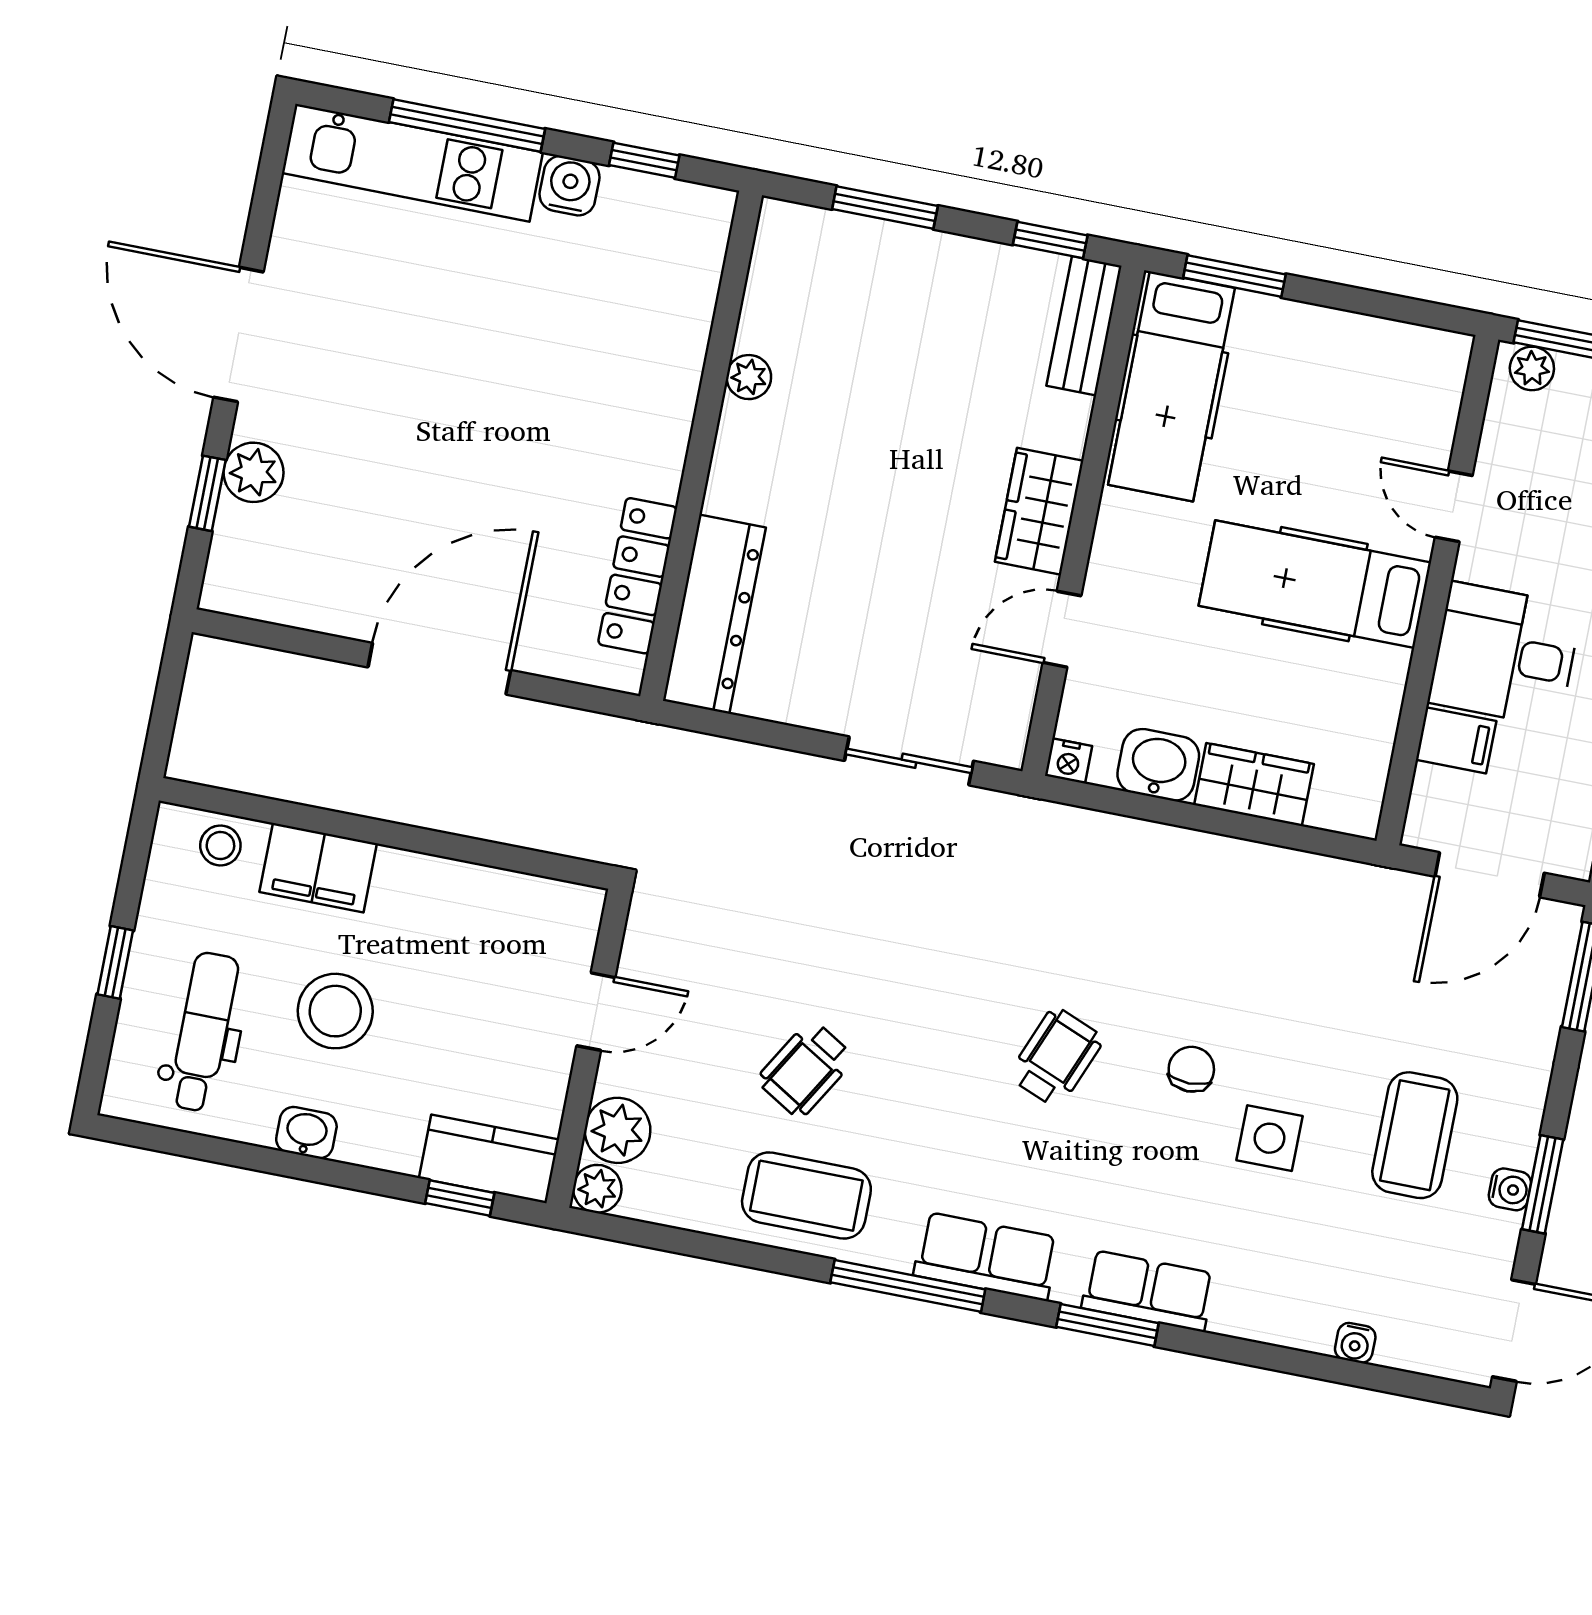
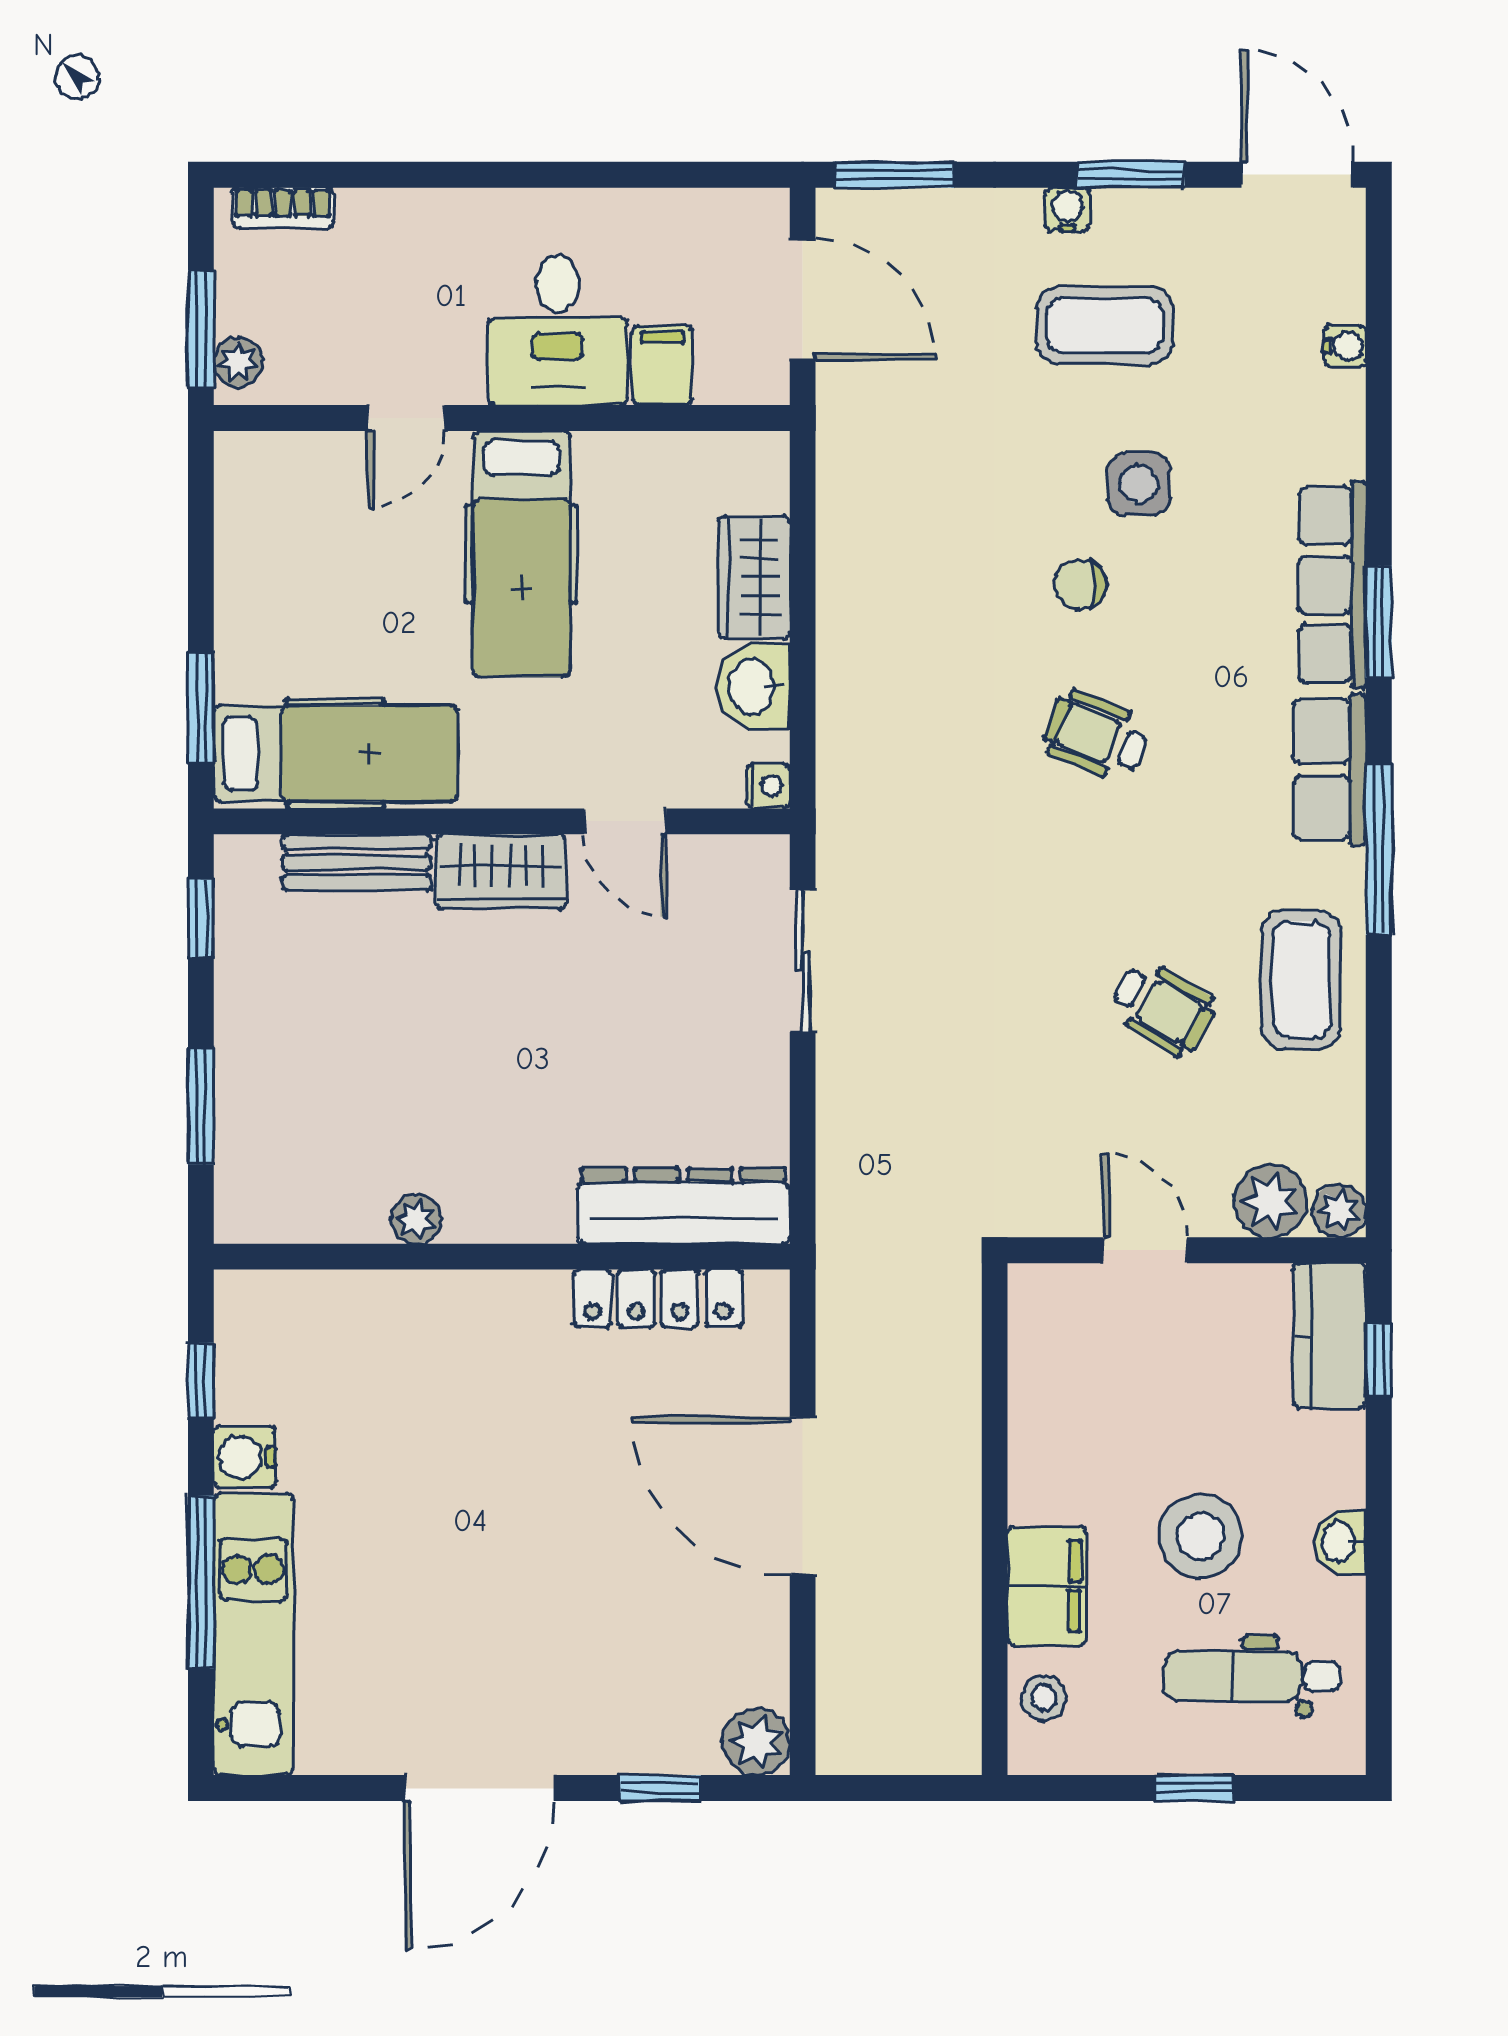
bench: (1084, 326) -> (357, 862), moved
plant: (254, 472) -> (756, 1742), moved
water cooler: (1510, 1189) -> (1067, 210), moved
row of seats: (1148, 1291) -> (1332, 584), width x1.48

